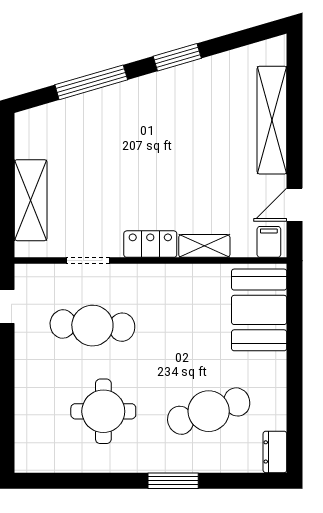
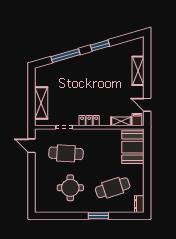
shelving: (272, 120) -> (138, 71), width x0.68
door: (295, 205) -> (147, 105), hinge flipped
shelving: (204, 246) -> (121, 121), moved

